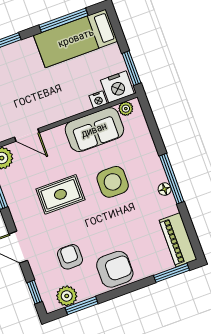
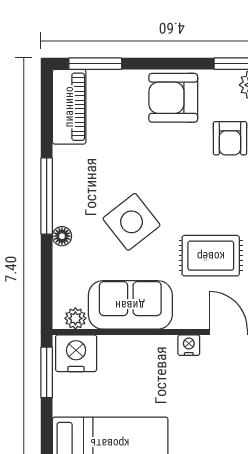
nightstand: (98, 100) -> (189, 345), moved
side table: (113, 182) -> (131, 222), turned -38
floor lamp: (165, 189) -> (62, 236), moved
rug: (60, 194) -> (211, 256), moved

